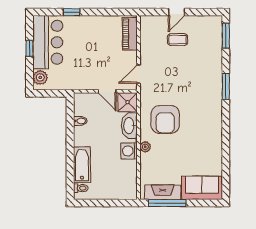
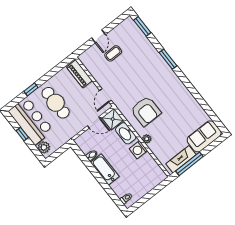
cafe table: (85, 44) -> (56, 103), added
bathtub: (82, 165) -> (105, 169), moved

